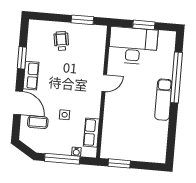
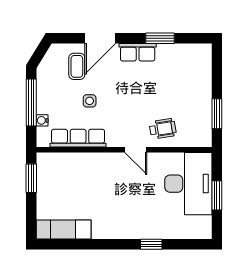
wheelchair: (61, 41) -> (163, 129), moved
window: (176, 77) -> (151, 244), width x0.32
exam couch: (163, 100) -> (64, 230), moved
row of seats: (91, 133) -> (78, 138), width x1.48

